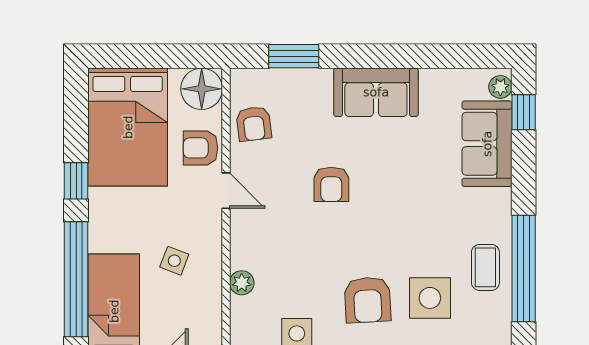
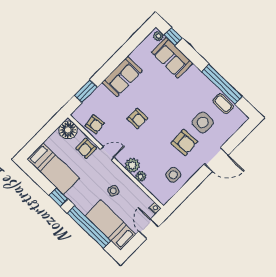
bed: (128, 127) -> (53, 169), width x0.67
plant: (247, 251) -> (132, 165), added
coffee table: (485, 267) -> (223, 104), moved

